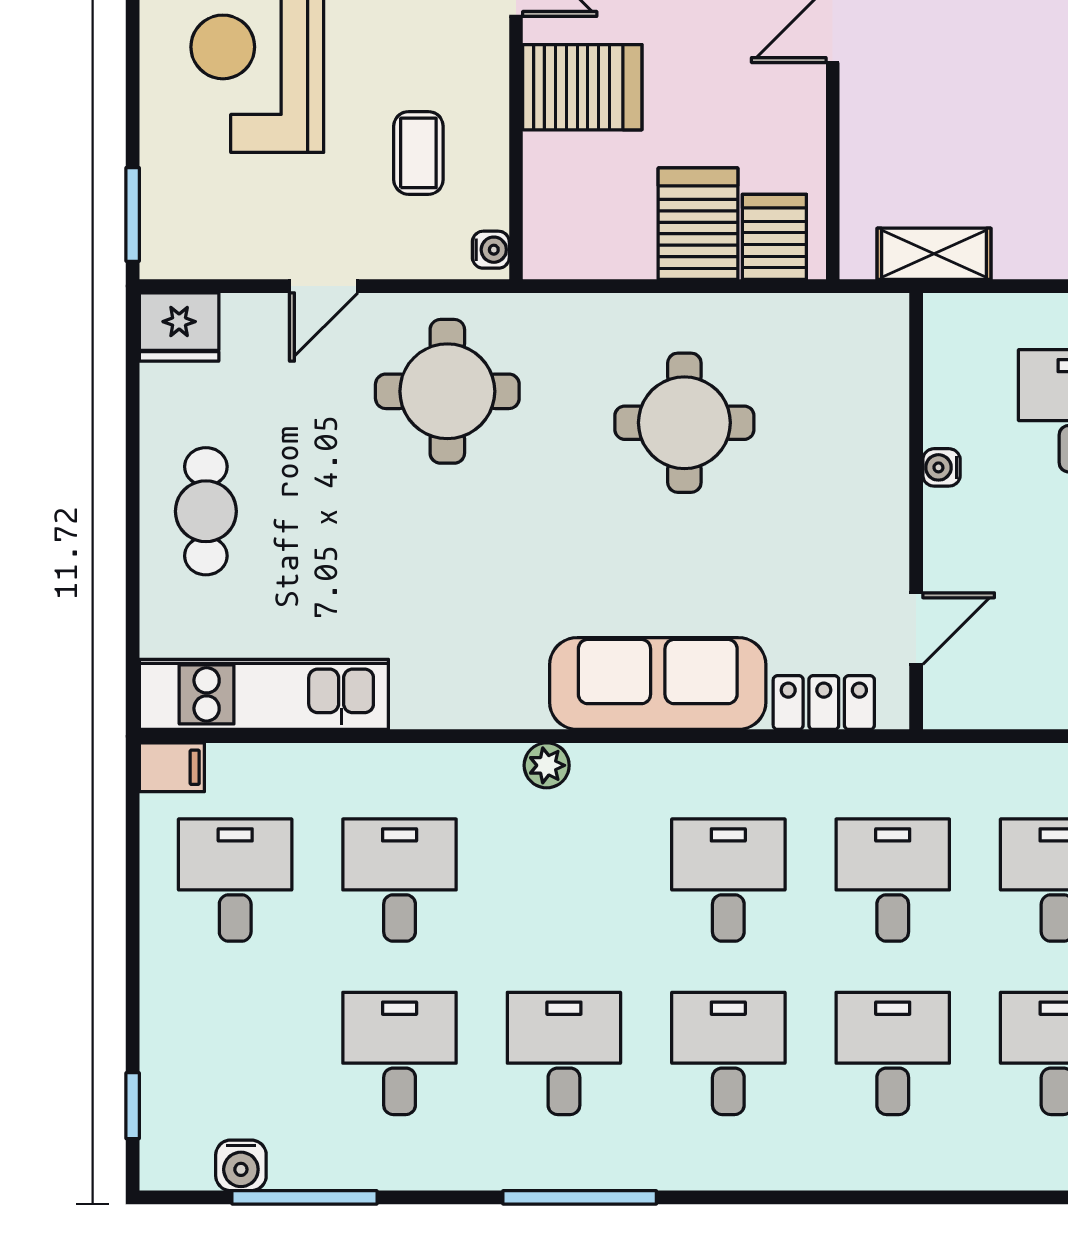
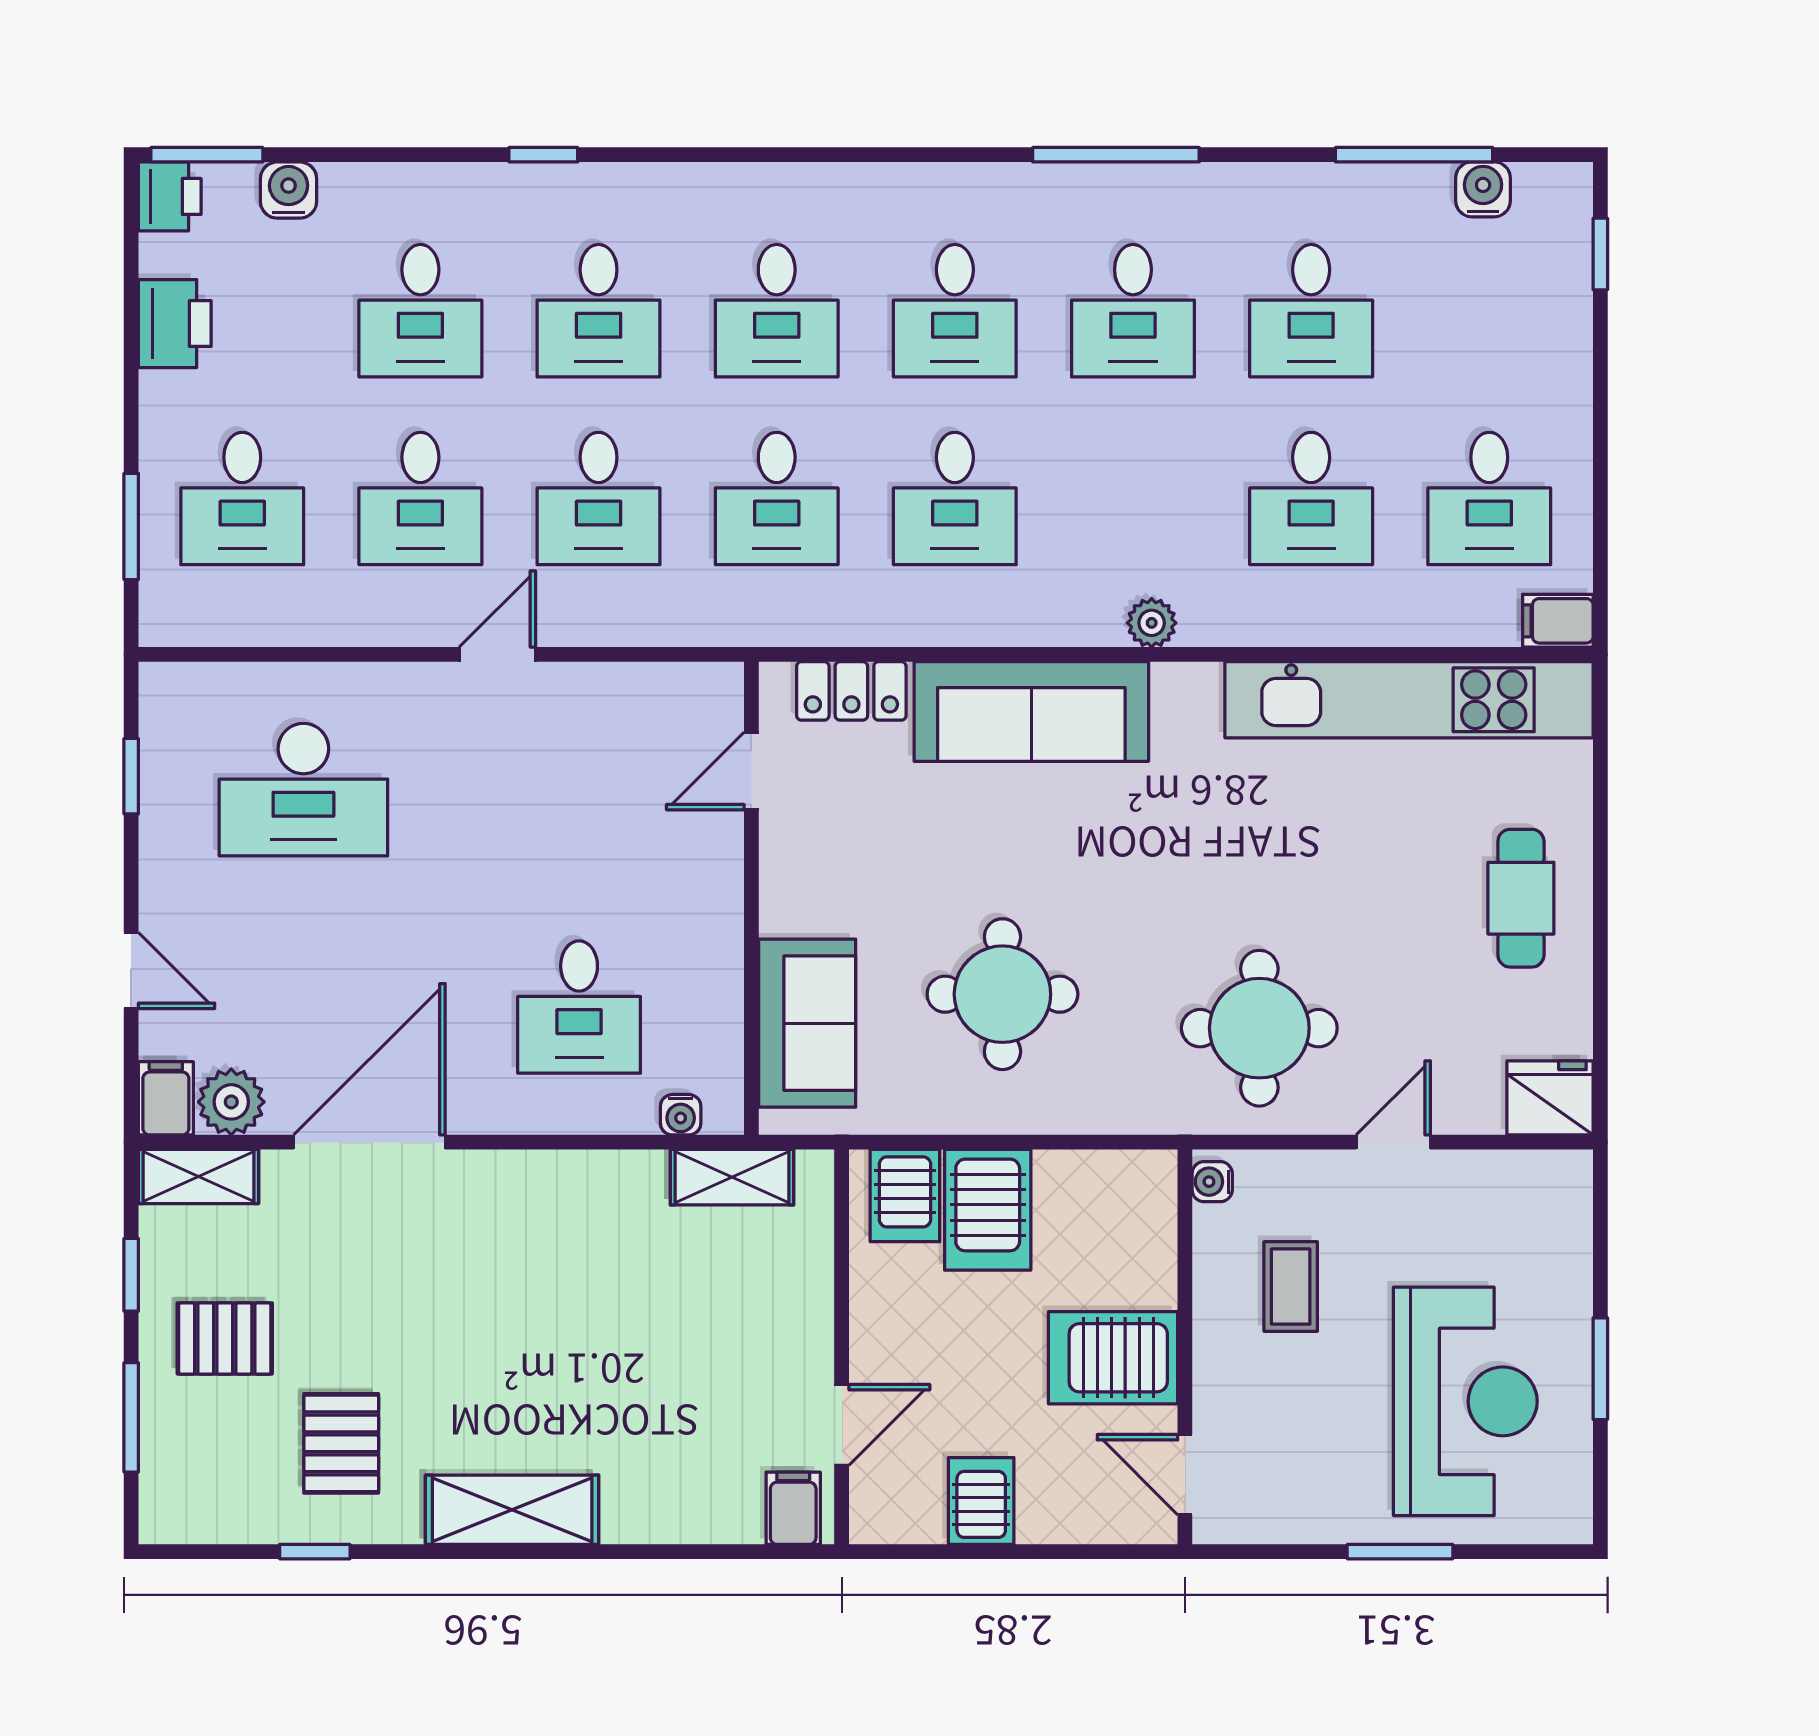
window: (133, 214) -> (1600, 1369), moved
sofa: (865, 396) -> (807, 1023), added
water cooler: (941, 467) -> (681, 1115), moved, turned 90
kitchen unit: (264, 694) -> (1409, 700), width x1.36

